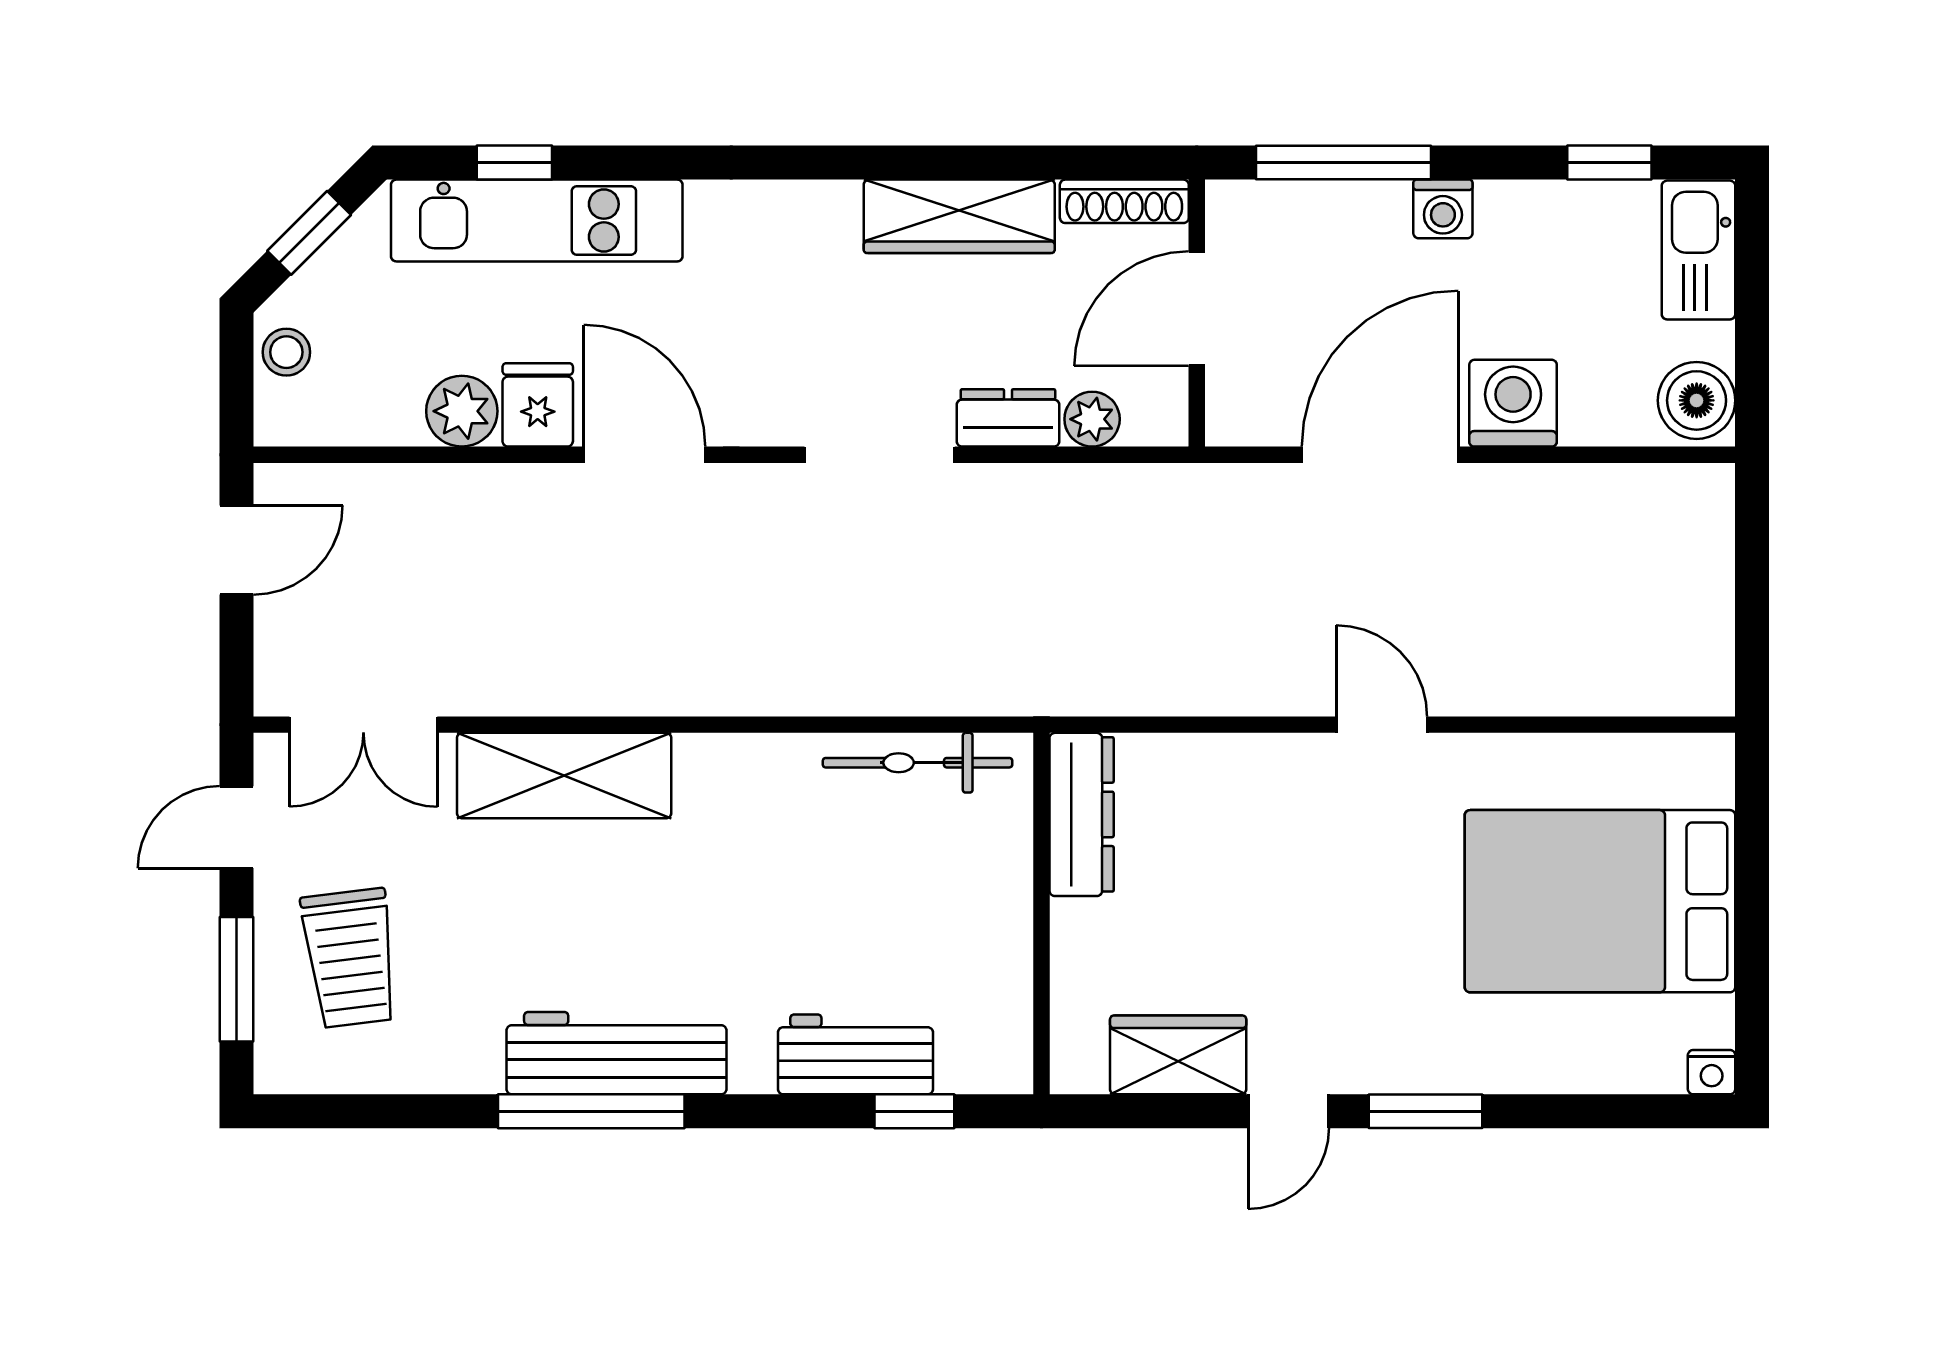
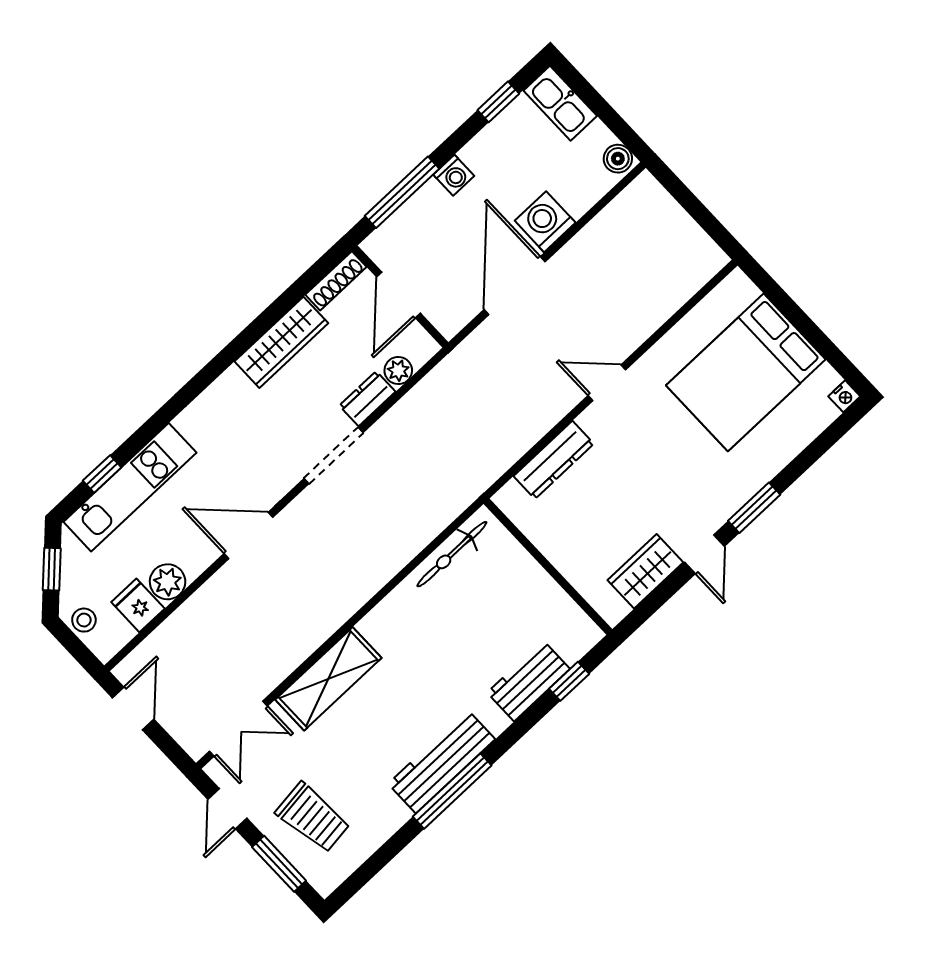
boiler: (1697, 400) -> (618, 159), width x0.73, depth x0.73
fridge: (538, 405) -> (138, 605), moved
dresser: (1082, 814) -> (554, 460), moved, turned 90

